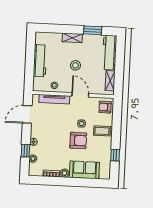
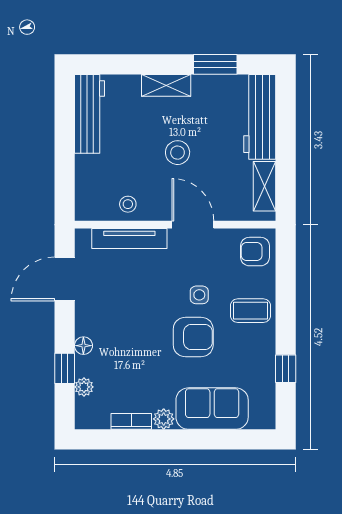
workbench: (40, 61) -> (89, 114), moved

